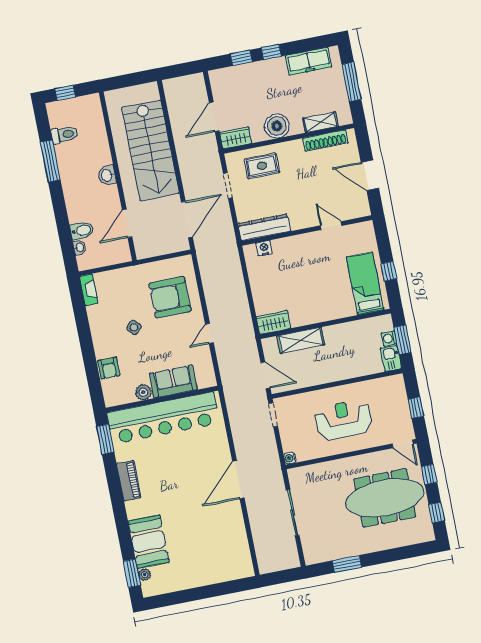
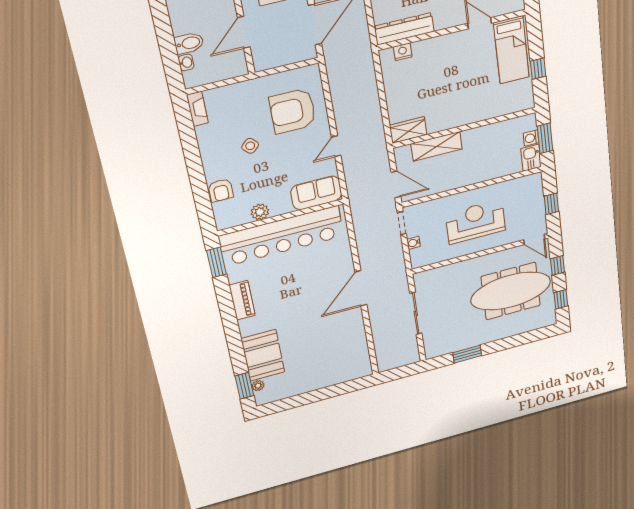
bed: (365, 283) -> (511, 50), moved, turned 180
sofa: (173, 382) -> (316, 193), moved
water cooler: (290, 458) -> (414, 243), moved

